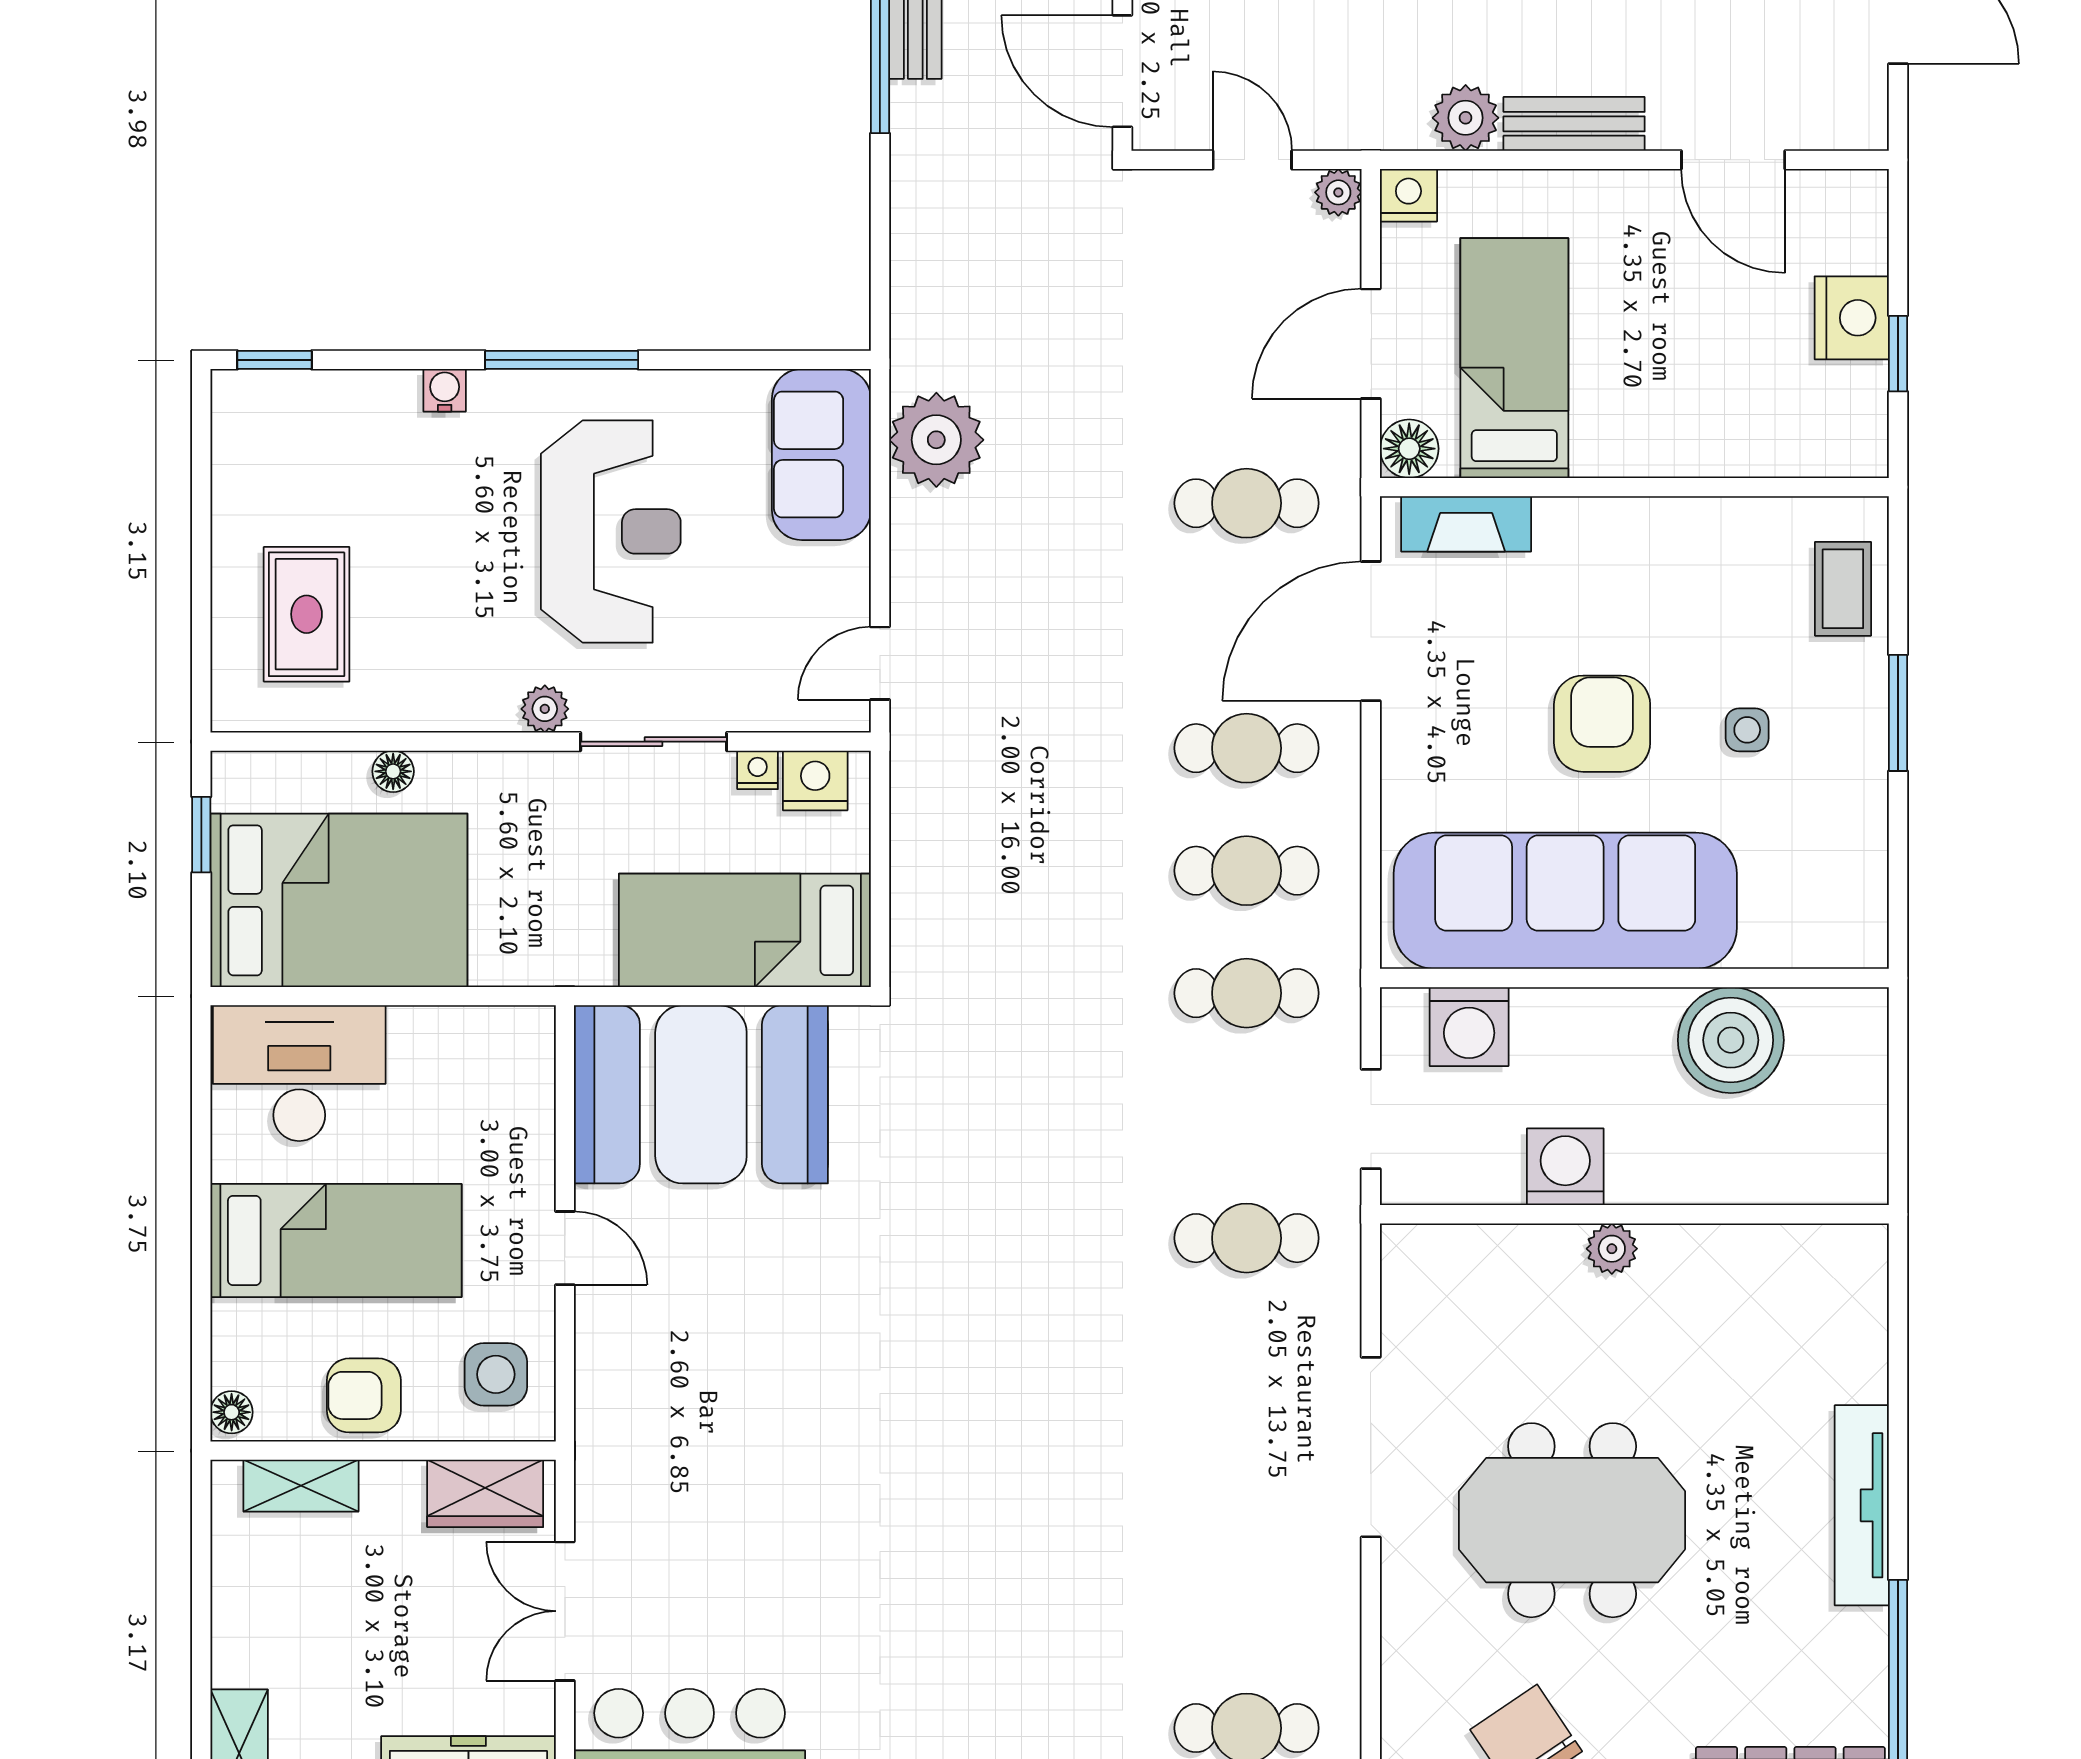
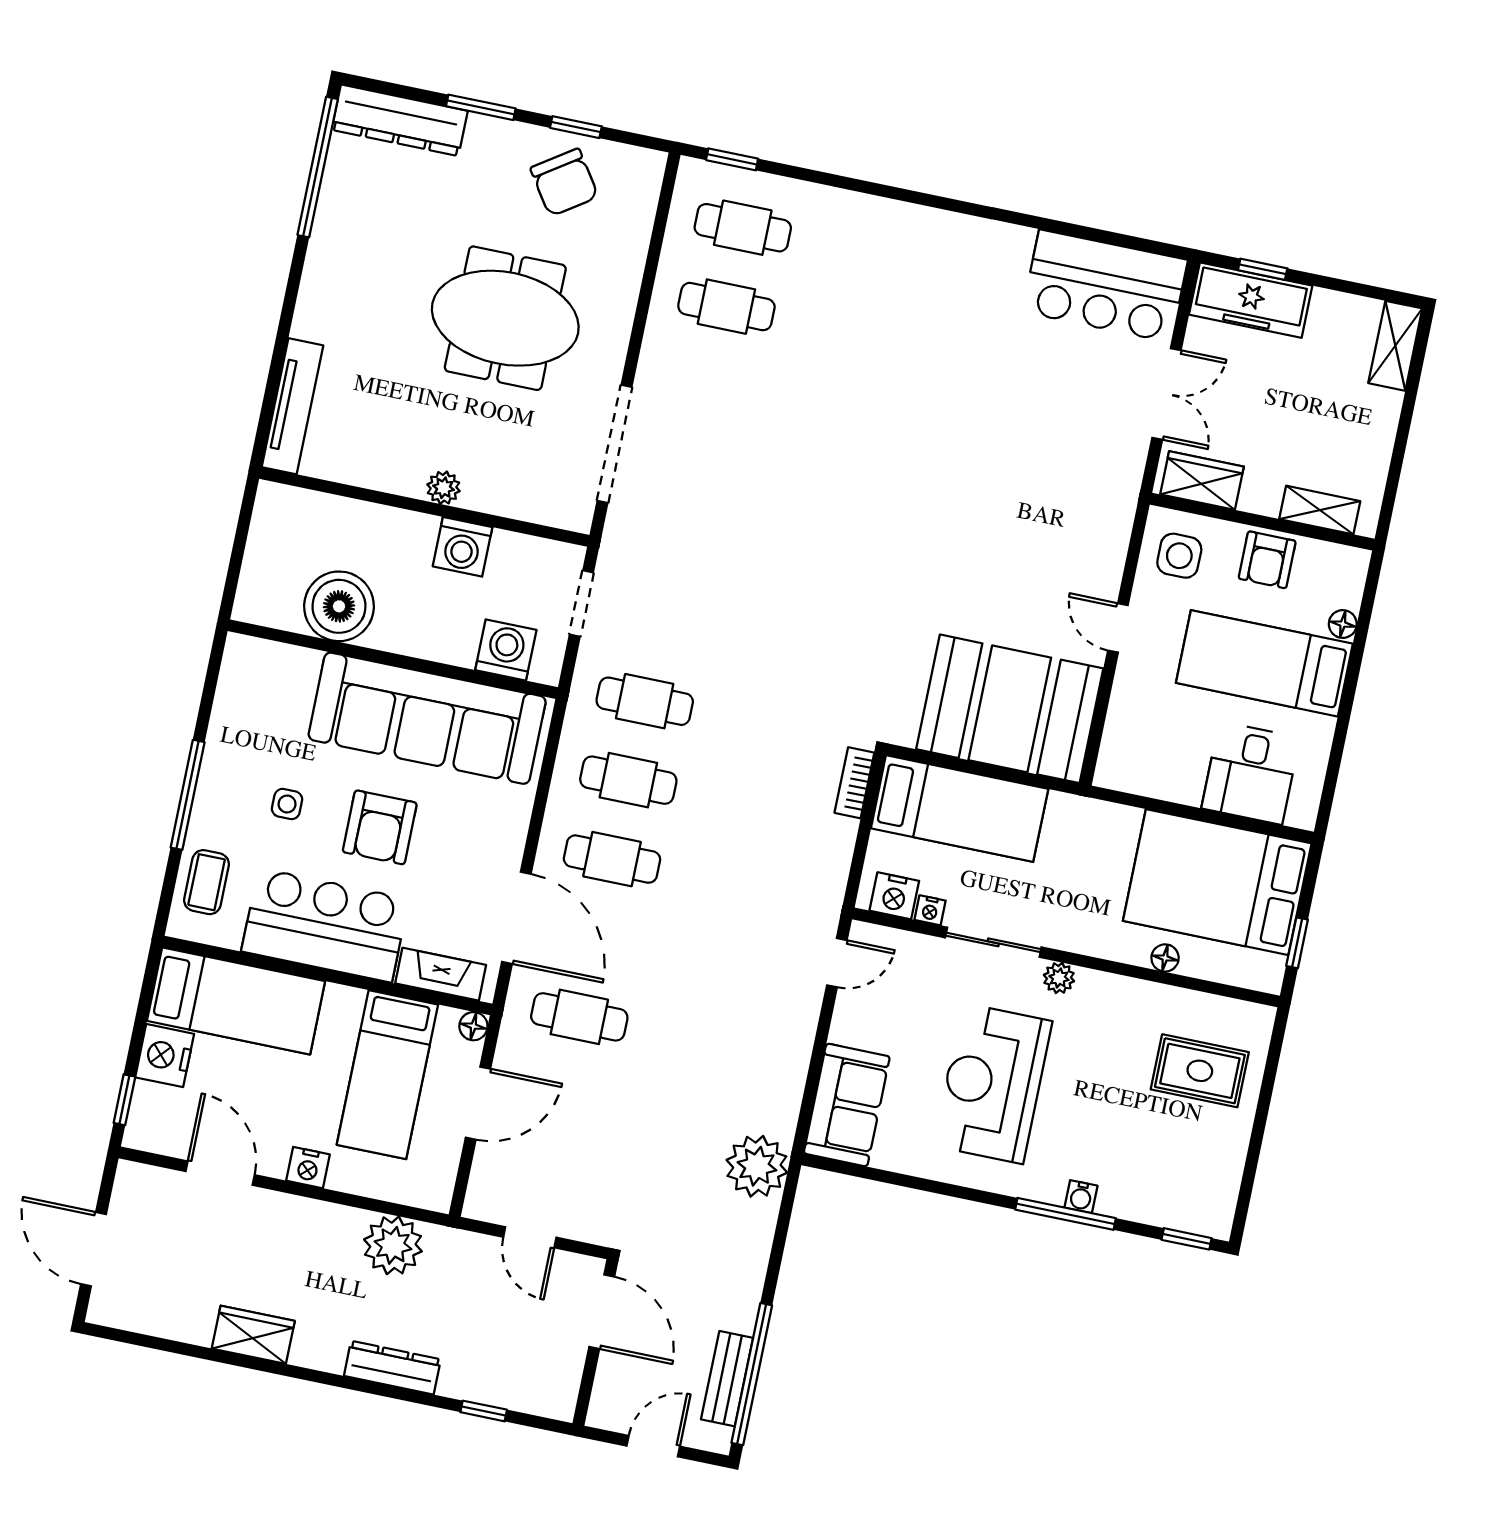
plant: (1466, 118) -> (393, 1245), width x1.36, depth x1.36
bench: (1574, 124) -> (318, 1218), removed
plant: (1338, 192) -> (479, 1205), removed
nightstand: (1408, 195) -> (308, 1168), moved
window: (1898, 354) -> (124, 1100), moved
window: (562, 360) -> (1066, 1214), moved
bed: (1762, 421) -> (236, 1001), added
plant: (936, 440) -> (757, 1166), moved
floor lamp: (1409, 449) -> (473, 1026), width x0.73, depth x0.73
bar counter: (1653, 561) -> (325, 925), added
rug: (307, 614) -> (1200, 1071), turned 90
door: (1371, 631) -> (516, 918), hinge flipped
window: (1898, 713) -> (188, 795), width x1.44
bookcase: (909, 936) -> (854, 783), added
desk: (299, 1073) -> (1251, 773), width x0.73
cafe table: (1247, 1238) -> (726, 307), moved
armchair: (364, 1395) -> (1267, 560), turned 90
floor lamp: (232, 1412) -> (1343, 624), moved
doorway: (1371, 1447) -> (615, 444), moved
tv unit: (1862, 1505) -> (292, 406), moved

